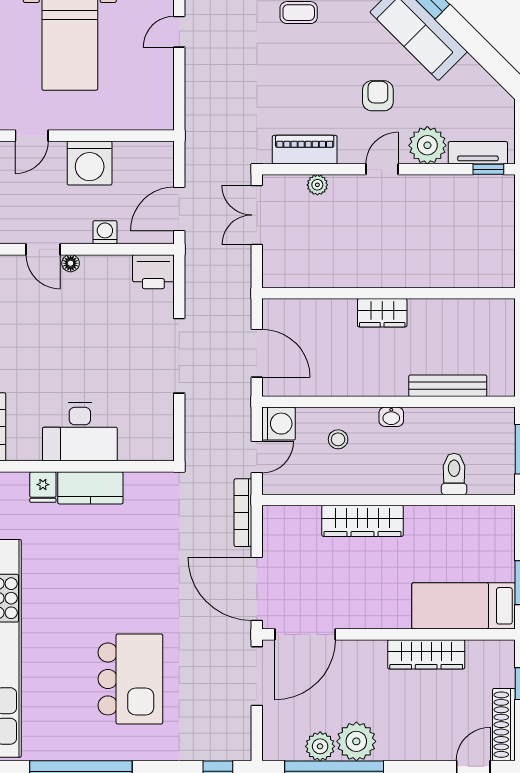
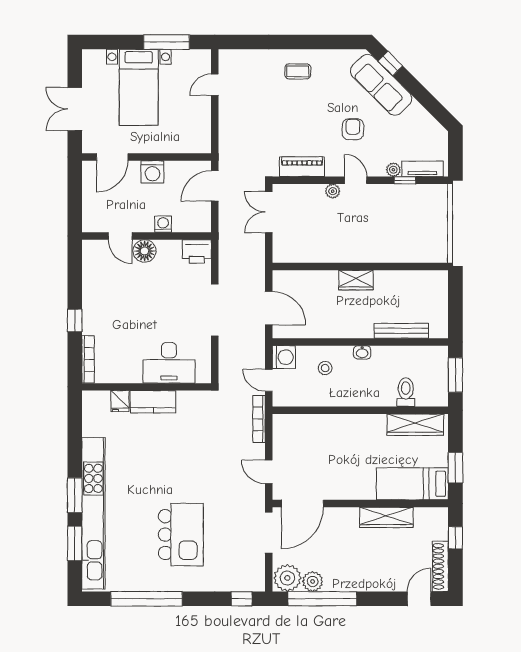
door: (32, 136) -> (112, 157), width x1.38
plant: (427, 145) -> (393, 170), width x0.53, depth x0.53
washing machine: (90, 163) -> (152, 172), width x0.73, depth x0.73
door: (382, 169) -> (356, 180), hinge flipped
window: (488, 169) -> (405, 180), moved
plant: (317, 185) -> (333, 191), moved
door: (179, 209) -> (215, 186), moved
floor lamp: (71, 263) -> (145, 251), width x1.89, depth x1.89
desk: (80, 432) -> (169, 363), moved
door: (257, 457) -> (269, 380), swing flipped
wardrobe: (363, 521) -> (415, 425), moved
door: (257, 589) -> (269, 472), width x0.53
plant: (356, 741) -> (287, 578), moved

